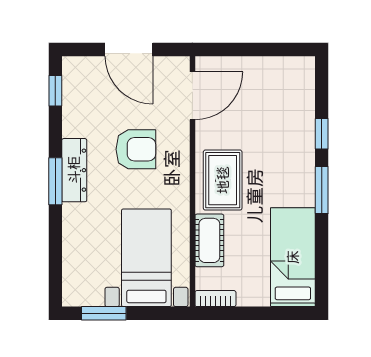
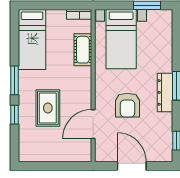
door: (192, 96) -> (93, 124), moved
armchair: (136, 149) -> (127, 105), turned -90
rug: (223, 180) -> (48, 108), moved

